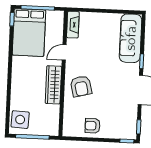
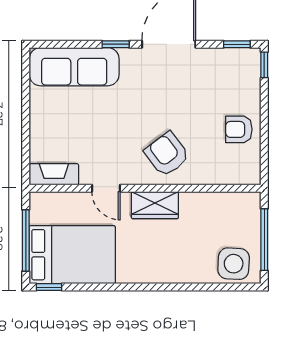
wardrobe: (53, 85) -> (155, 205), width x0.67
armchair: (81, 86) -> (167, 154), turned -113
armchair: (93, 126) -> (239, 129), turned 90

